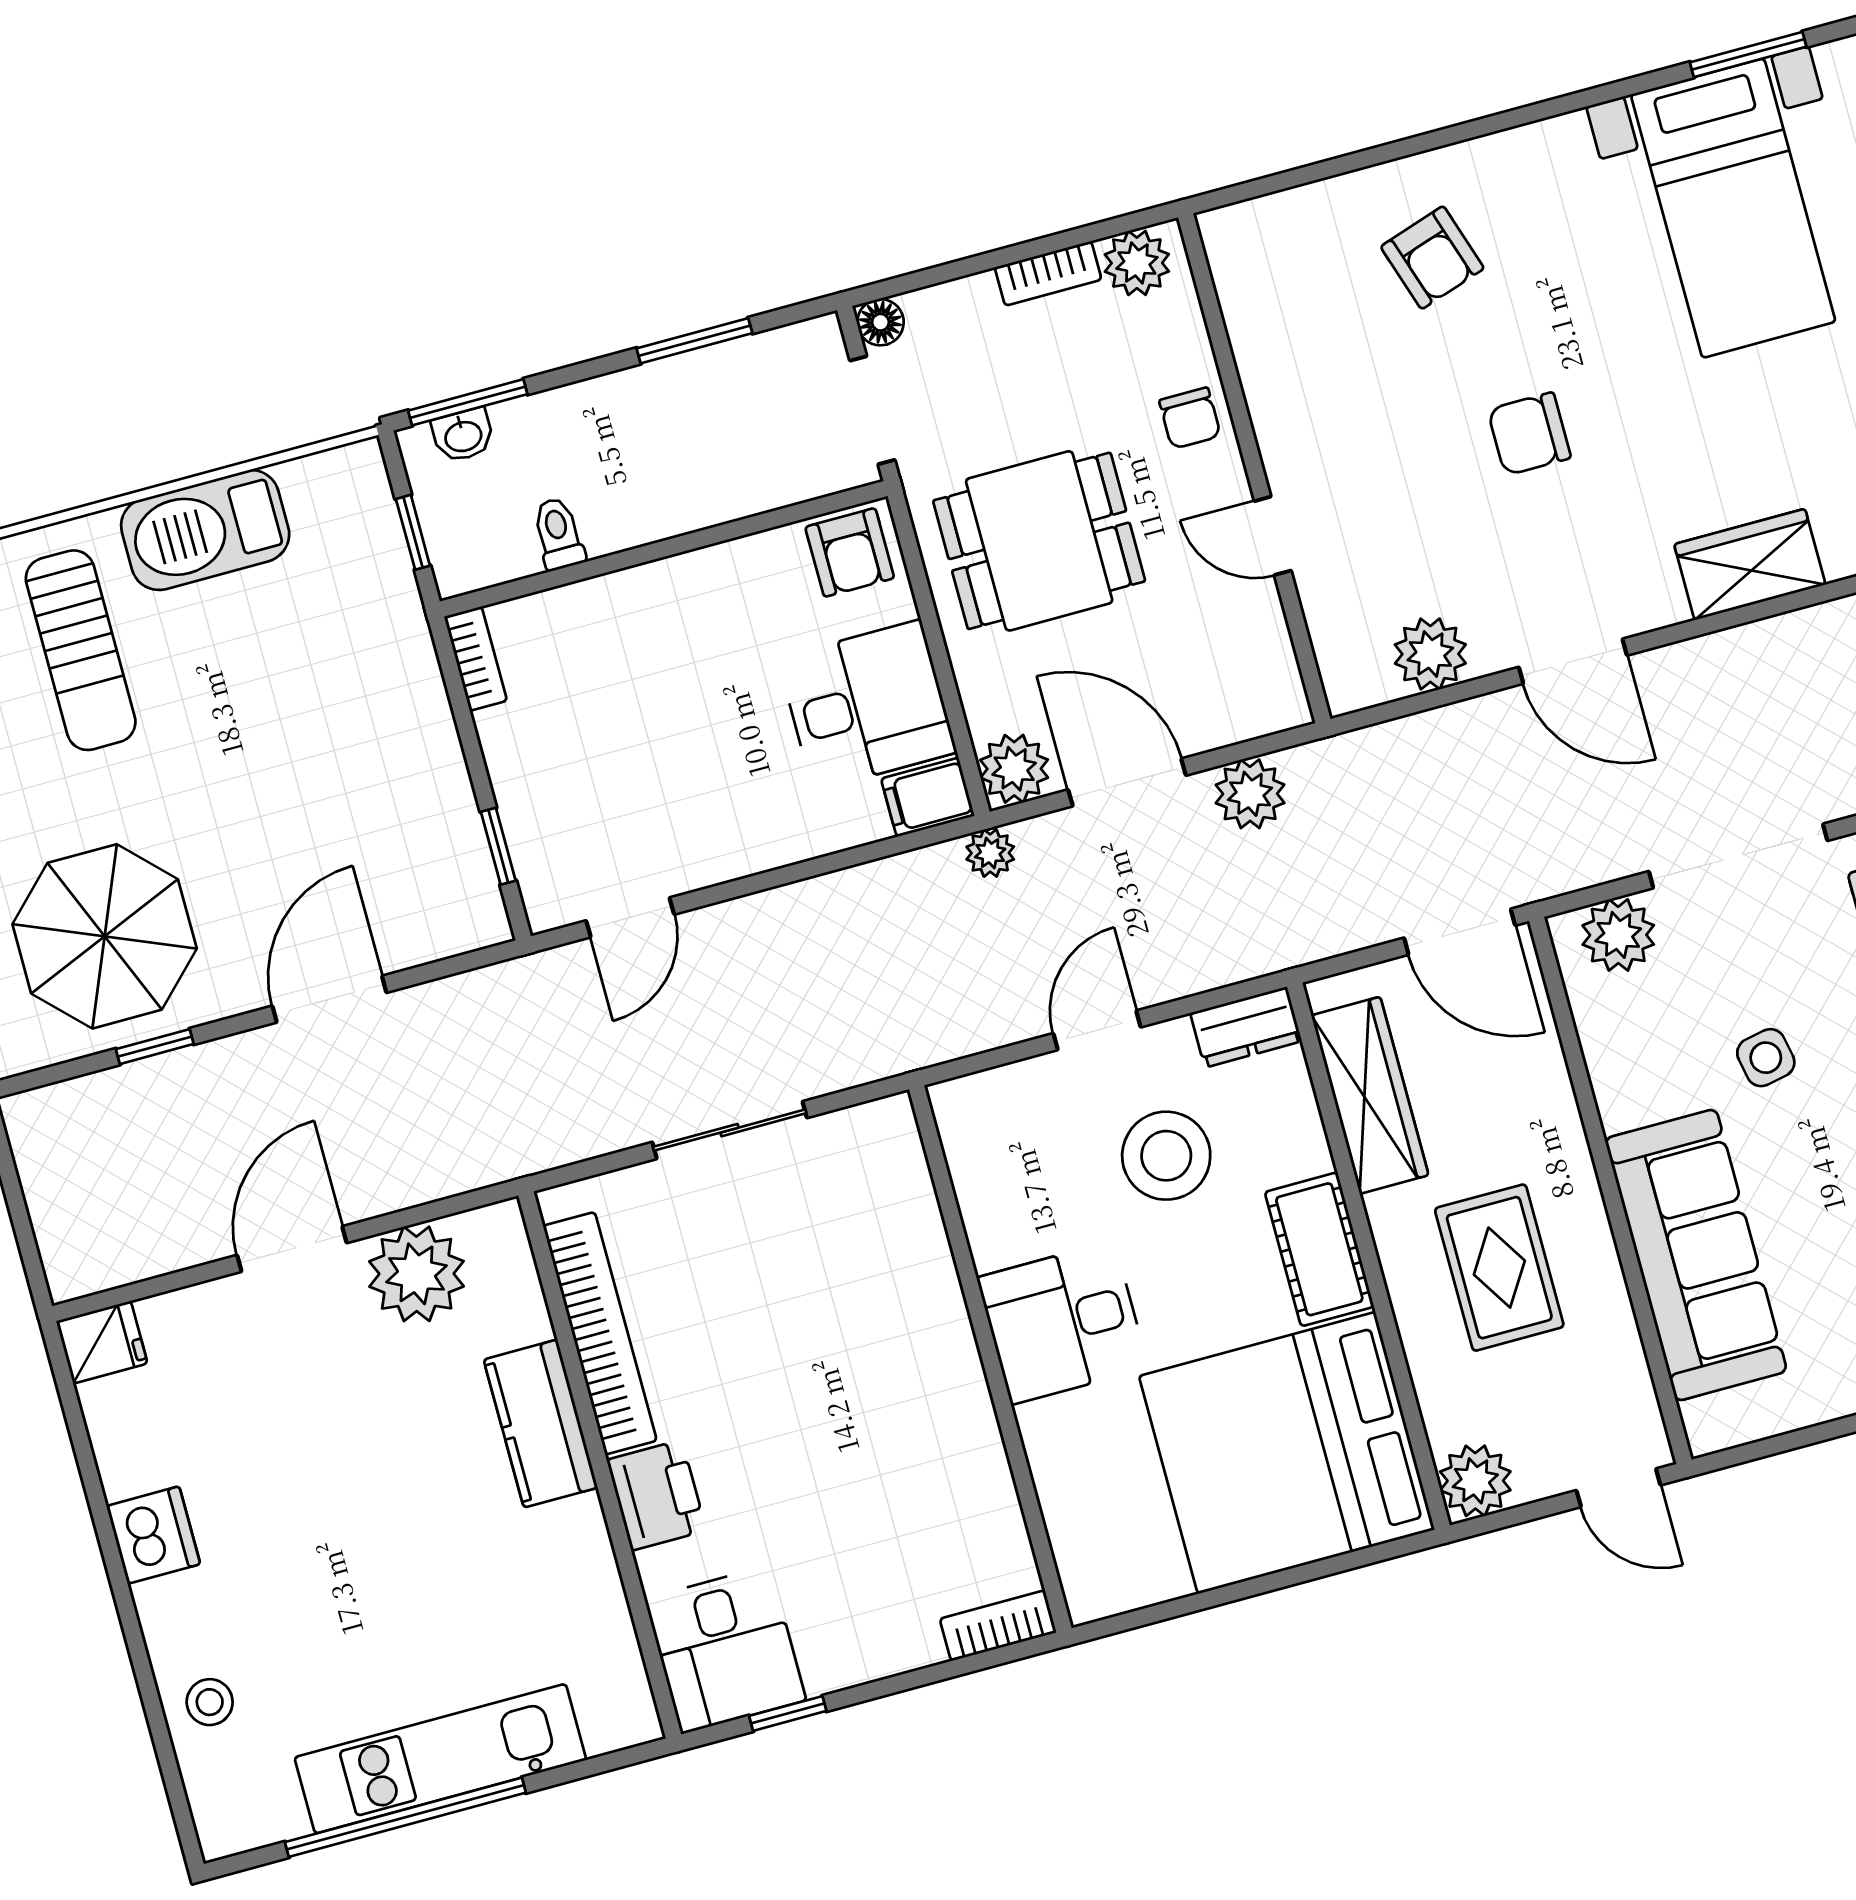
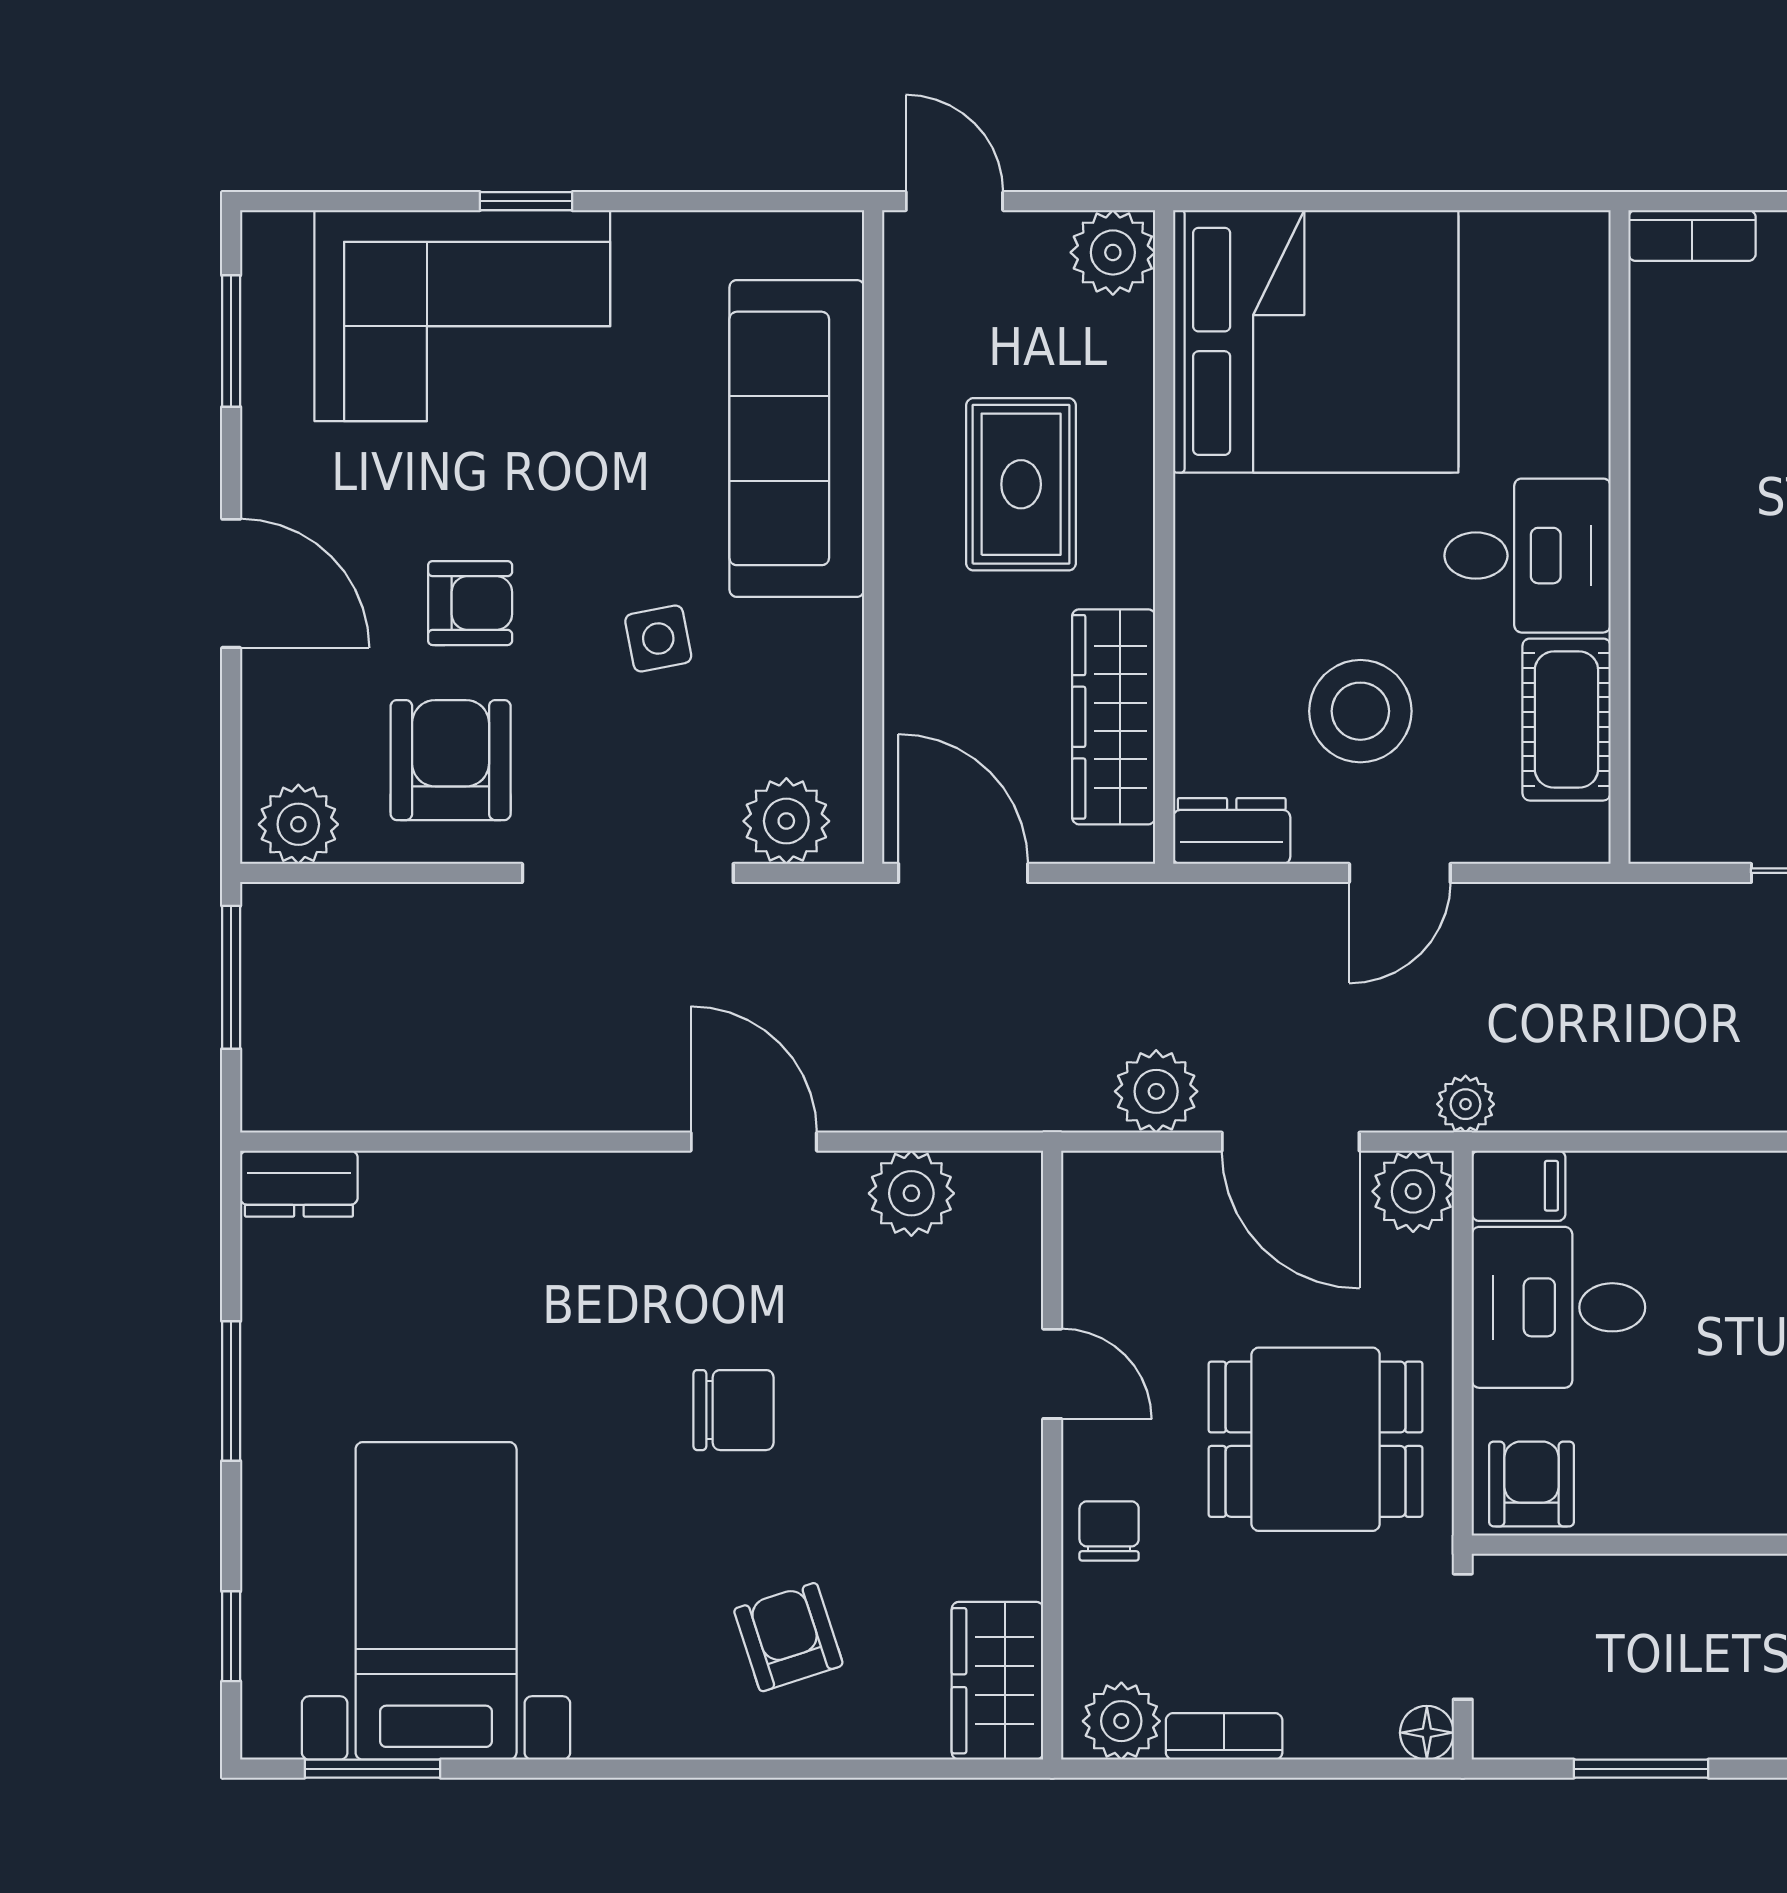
wardrobe: (1750, 564) -> (997, 1681), moved, turned 90
cot: (1319, 1249) -> (1566, 720), moved

